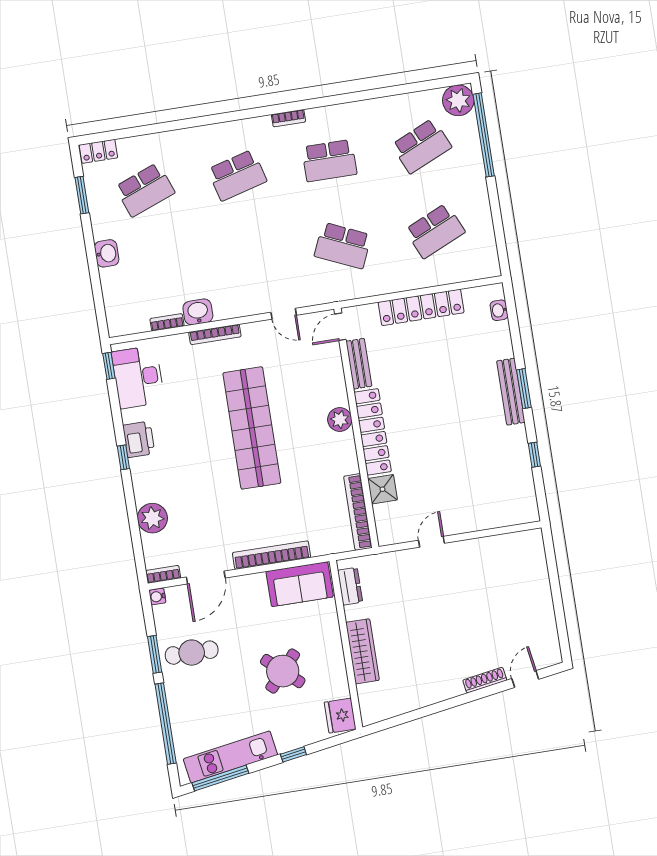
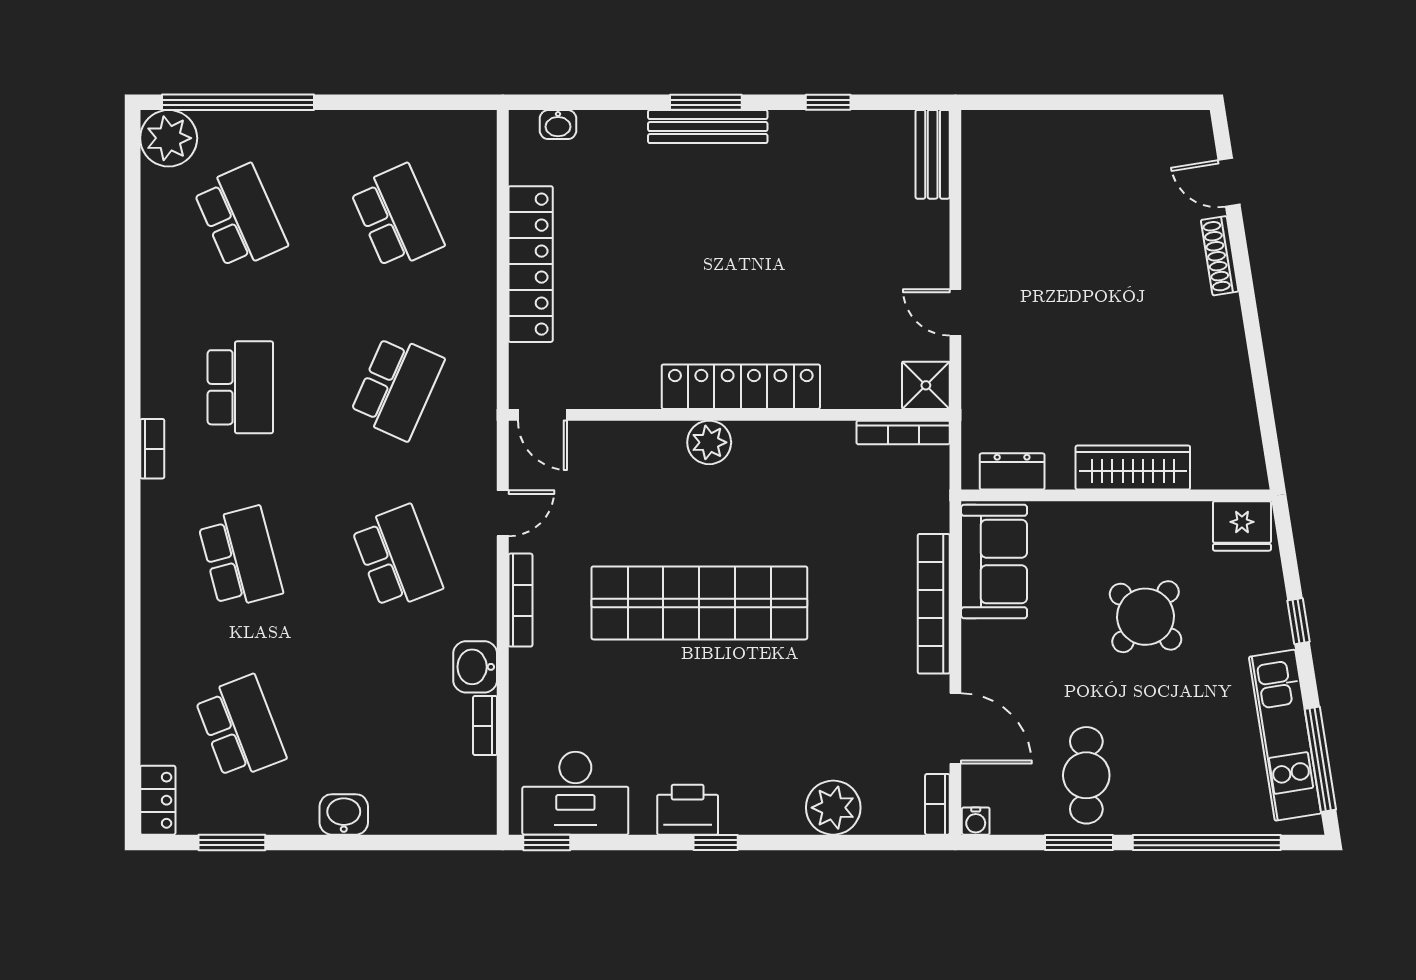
school desk: (251, 260) -> (397, 557), added
bookcase: (215, 334) -> (520, 600), moved
bench: (359, 364) -> (933, 154), moved, turned 90
shower: (382, 489) -> (926, 385), moved
bookcase: (358, 512) -> (903, 432), width x0.68, depth x0.76

